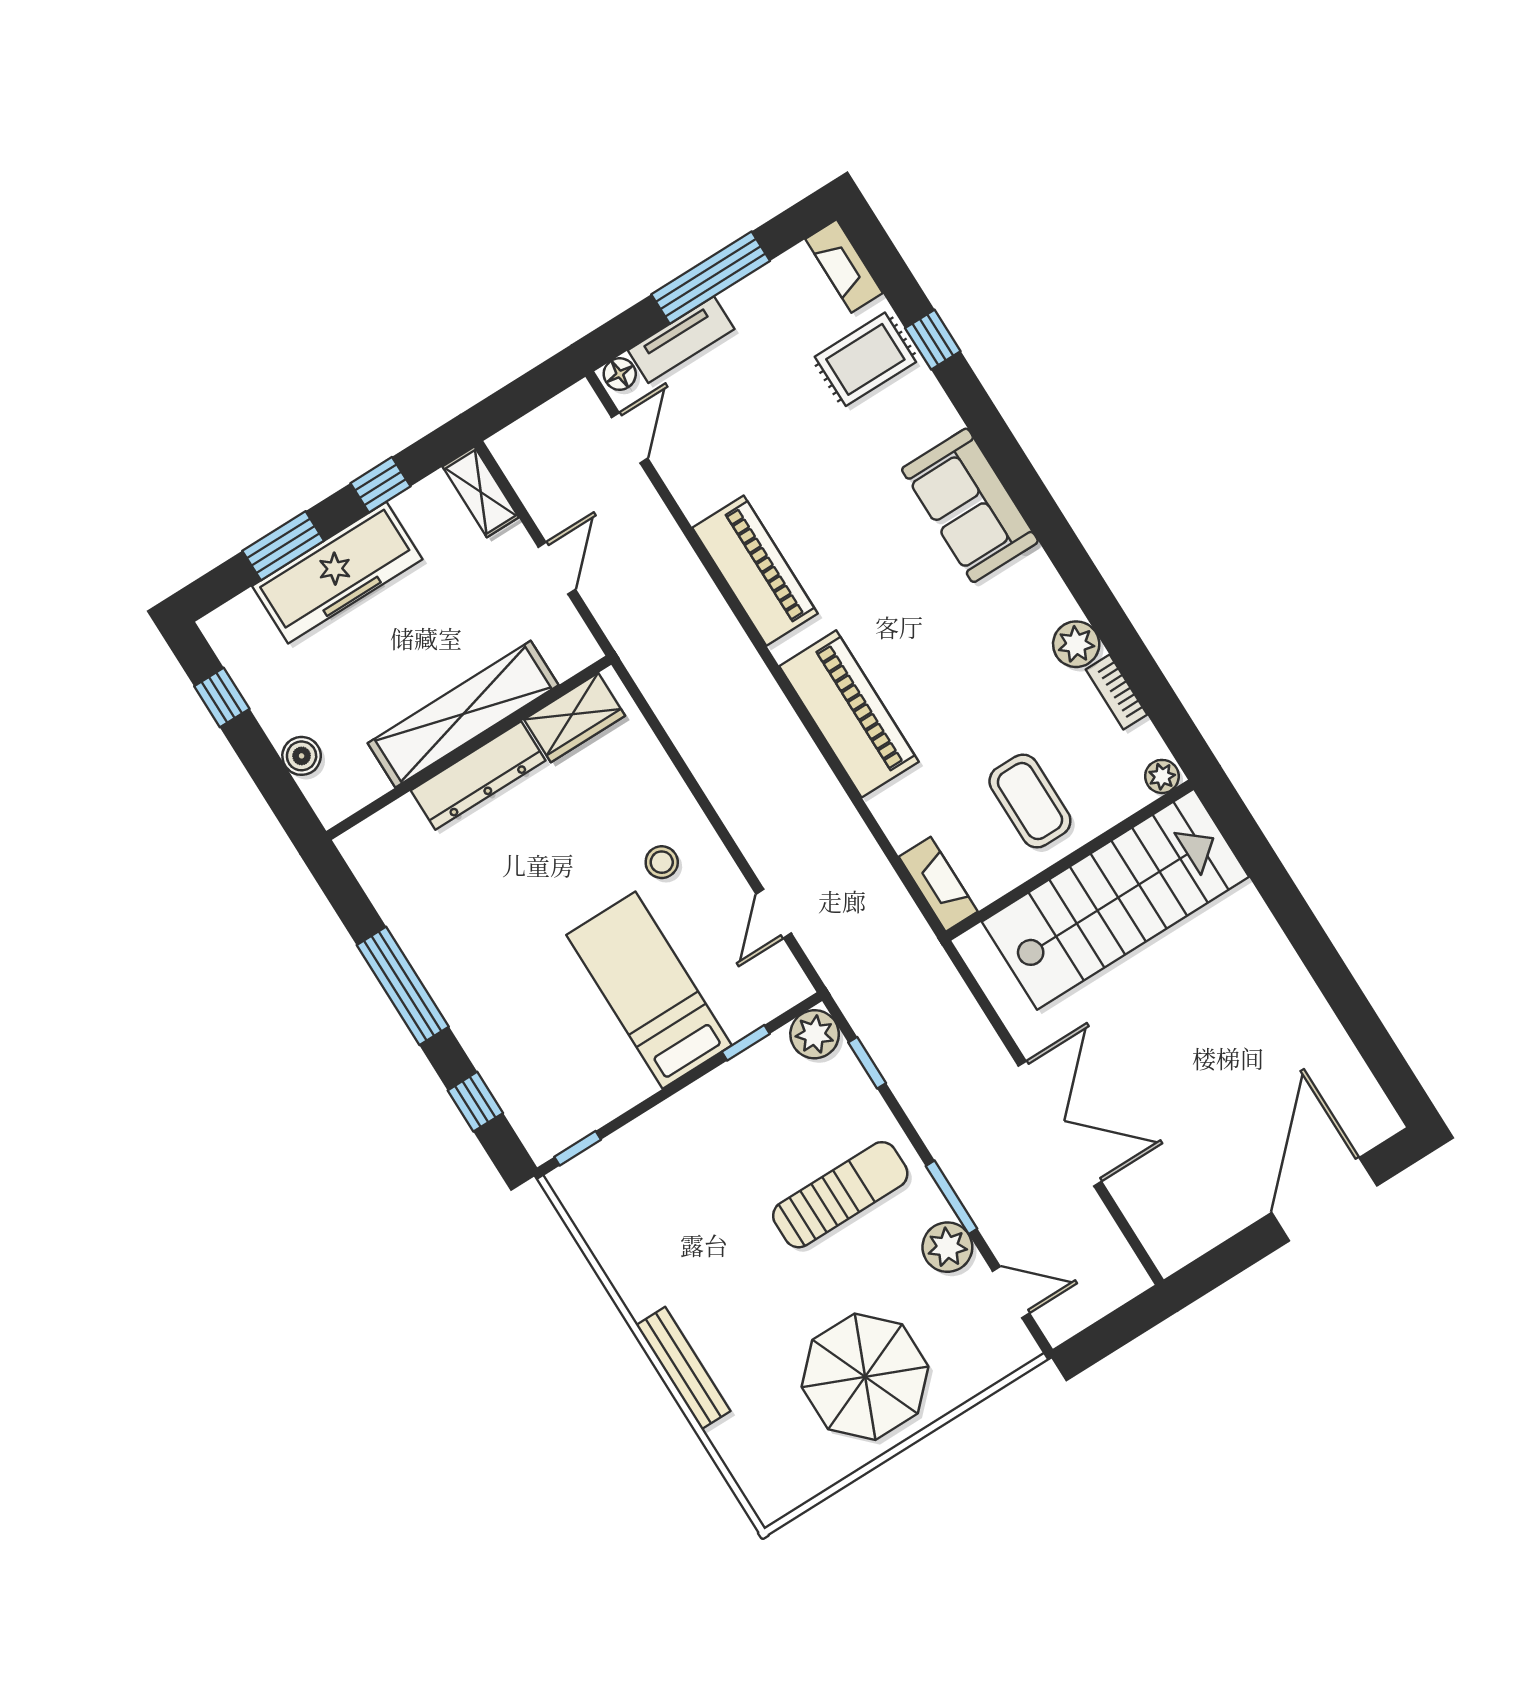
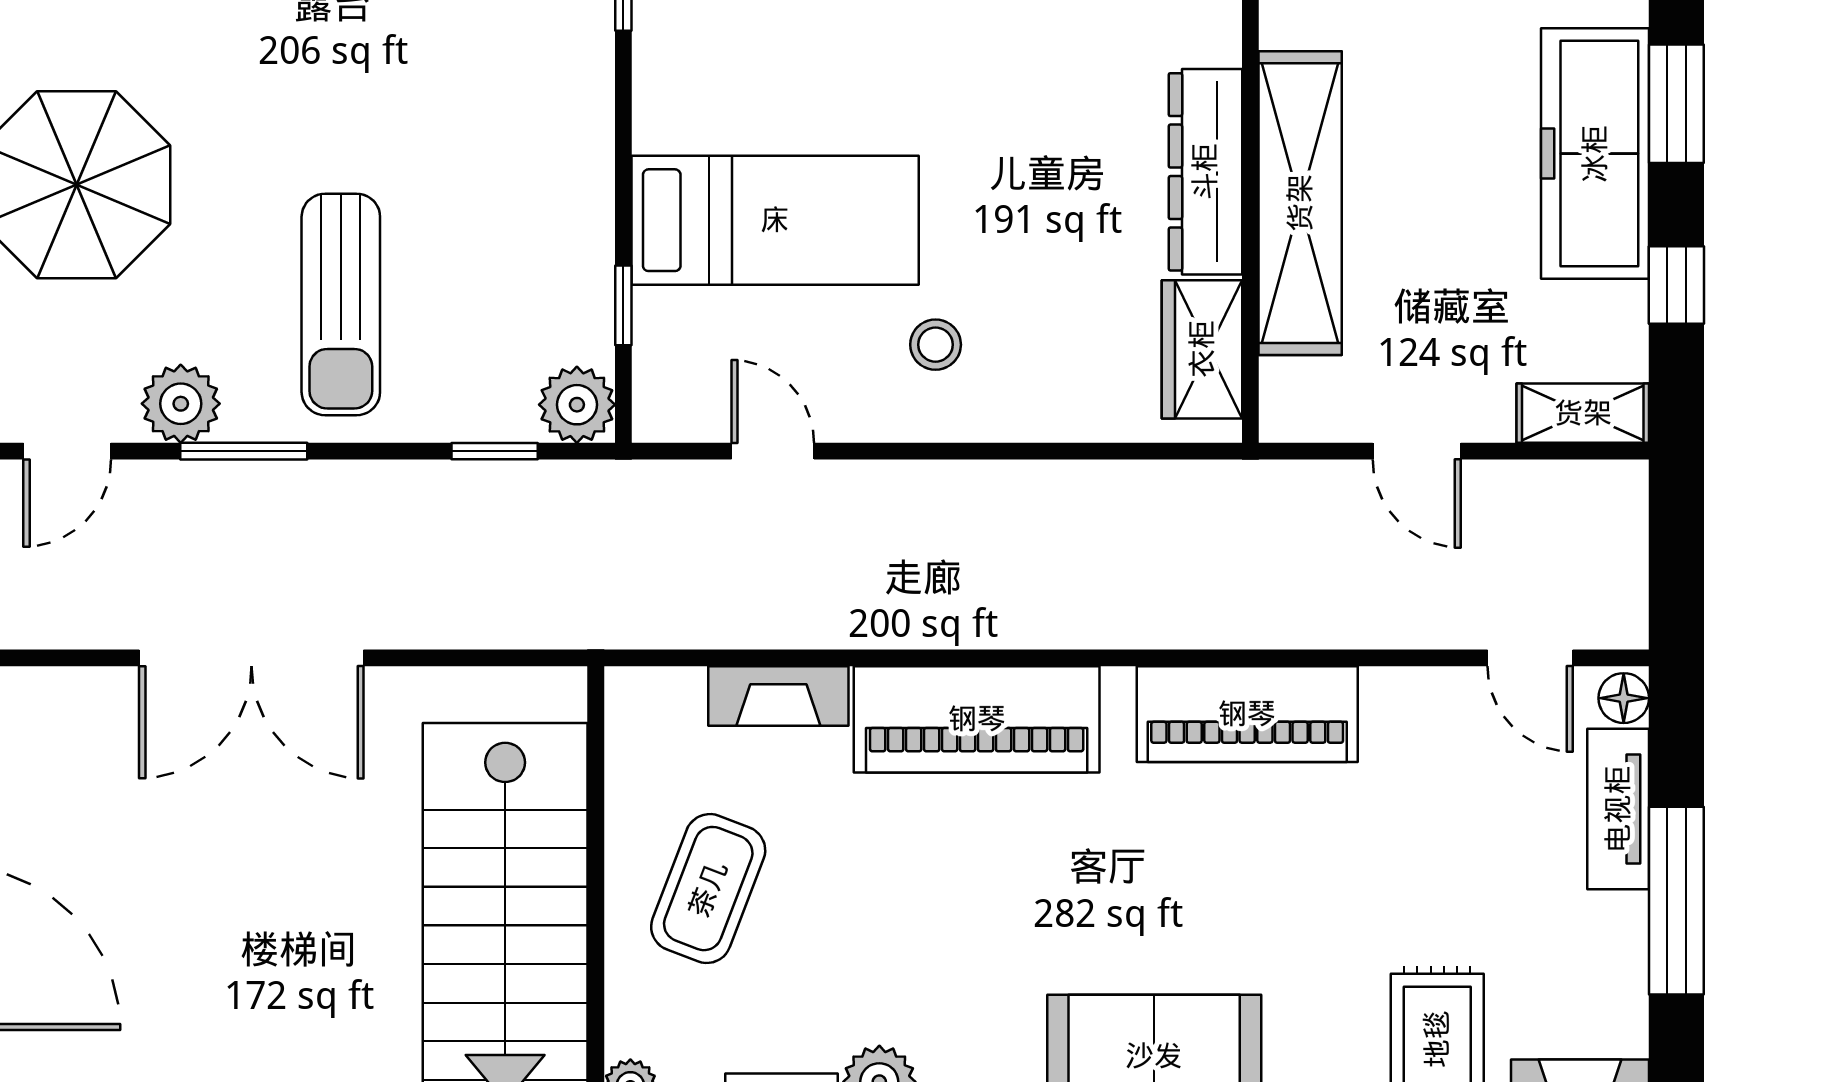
coffee table: (1030, 801) -> (708, 889), turned -69
fireplace: (938, 884) -> (778, 696), moved

